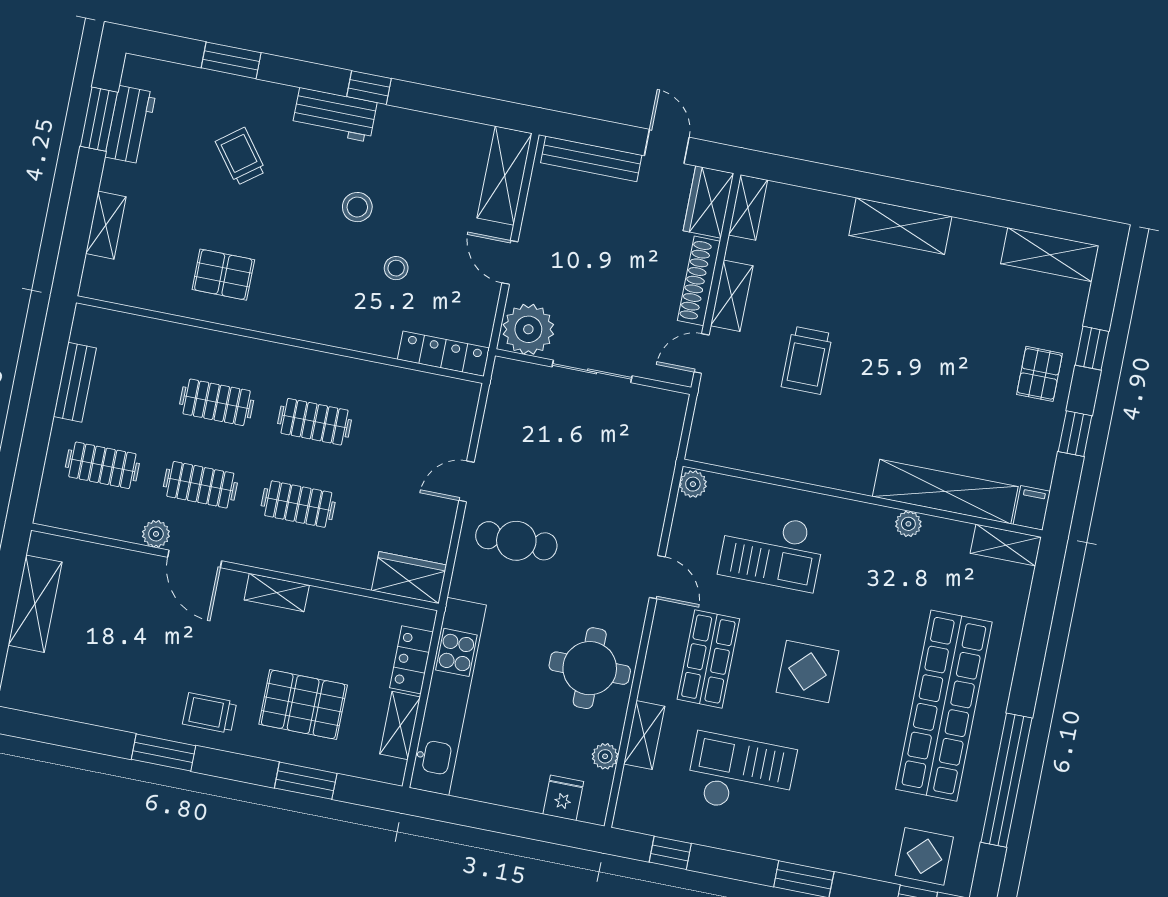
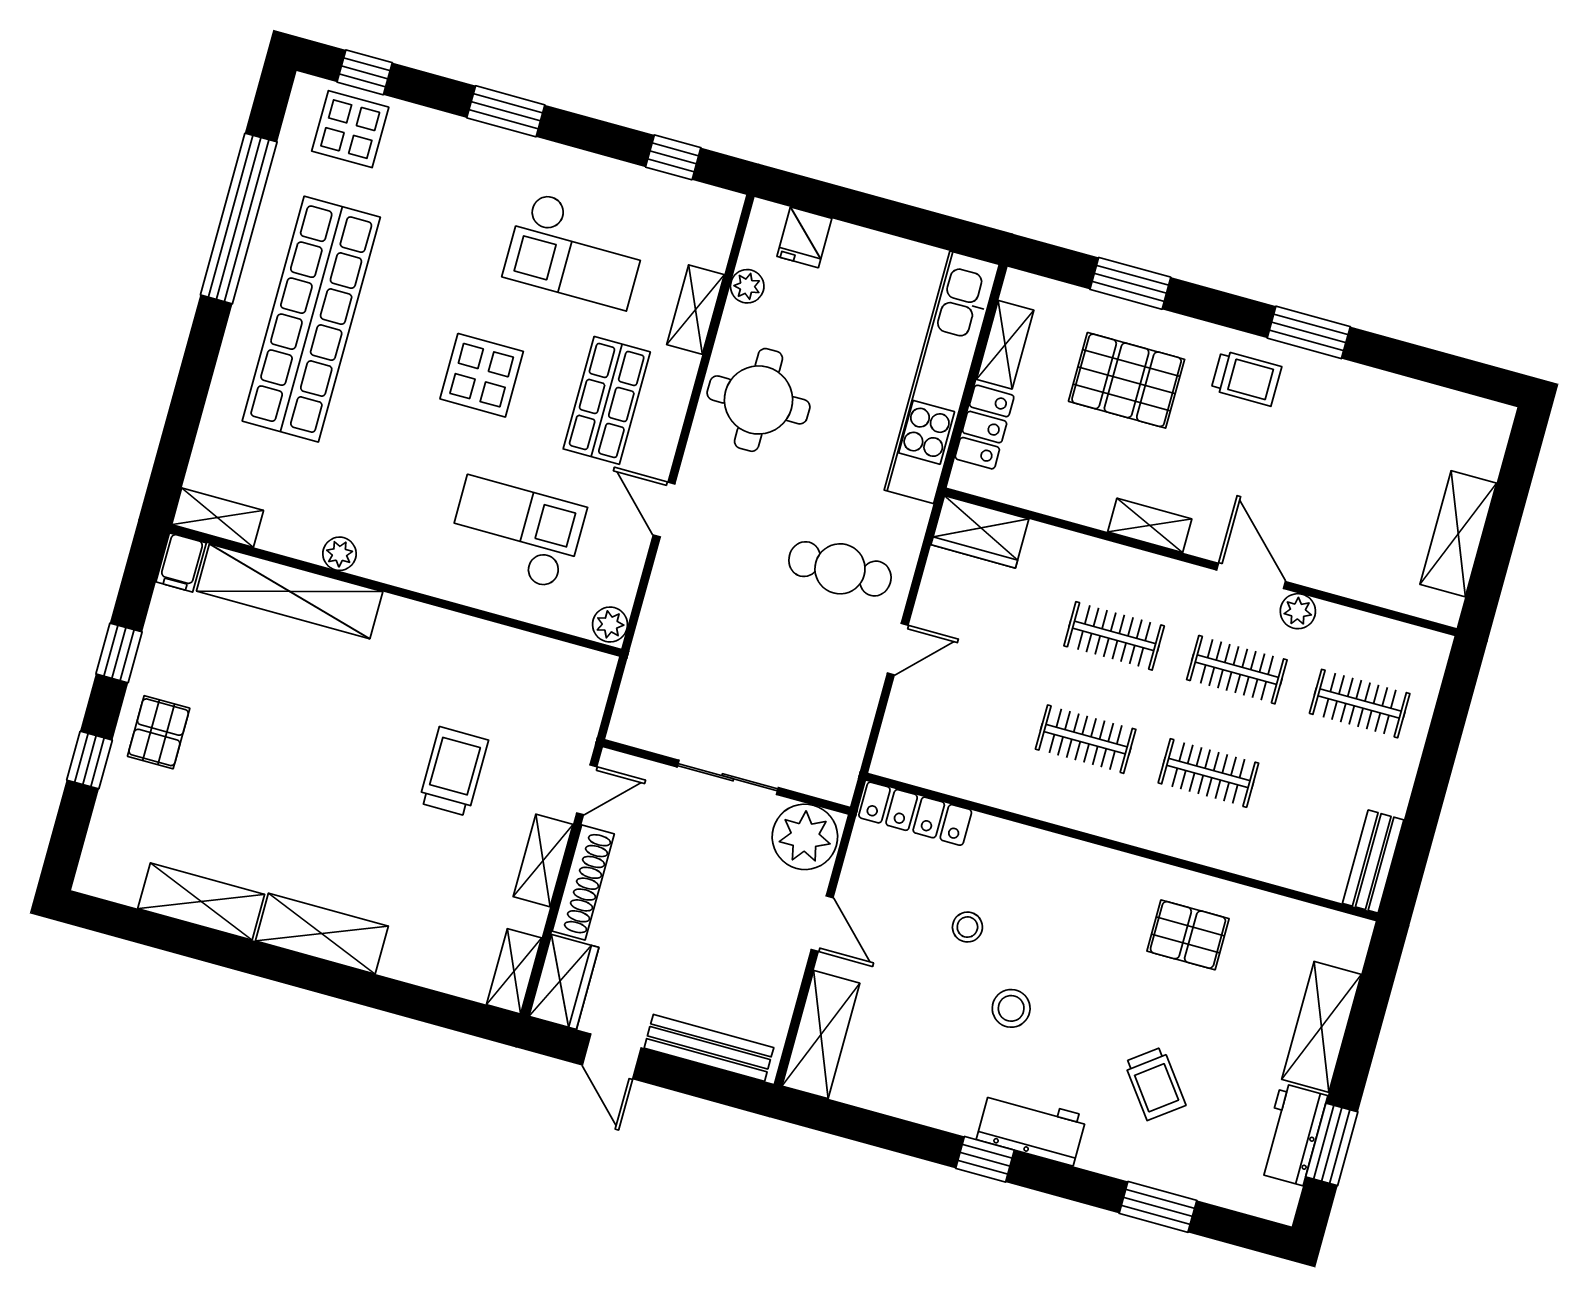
shelving: (106, 225) -> (1321, 1027), width x1.50, depth x1.33
shelving: (1050, 255) -> (201, 901), moved
bench: (75, 382) -> (1373, 862), moved

